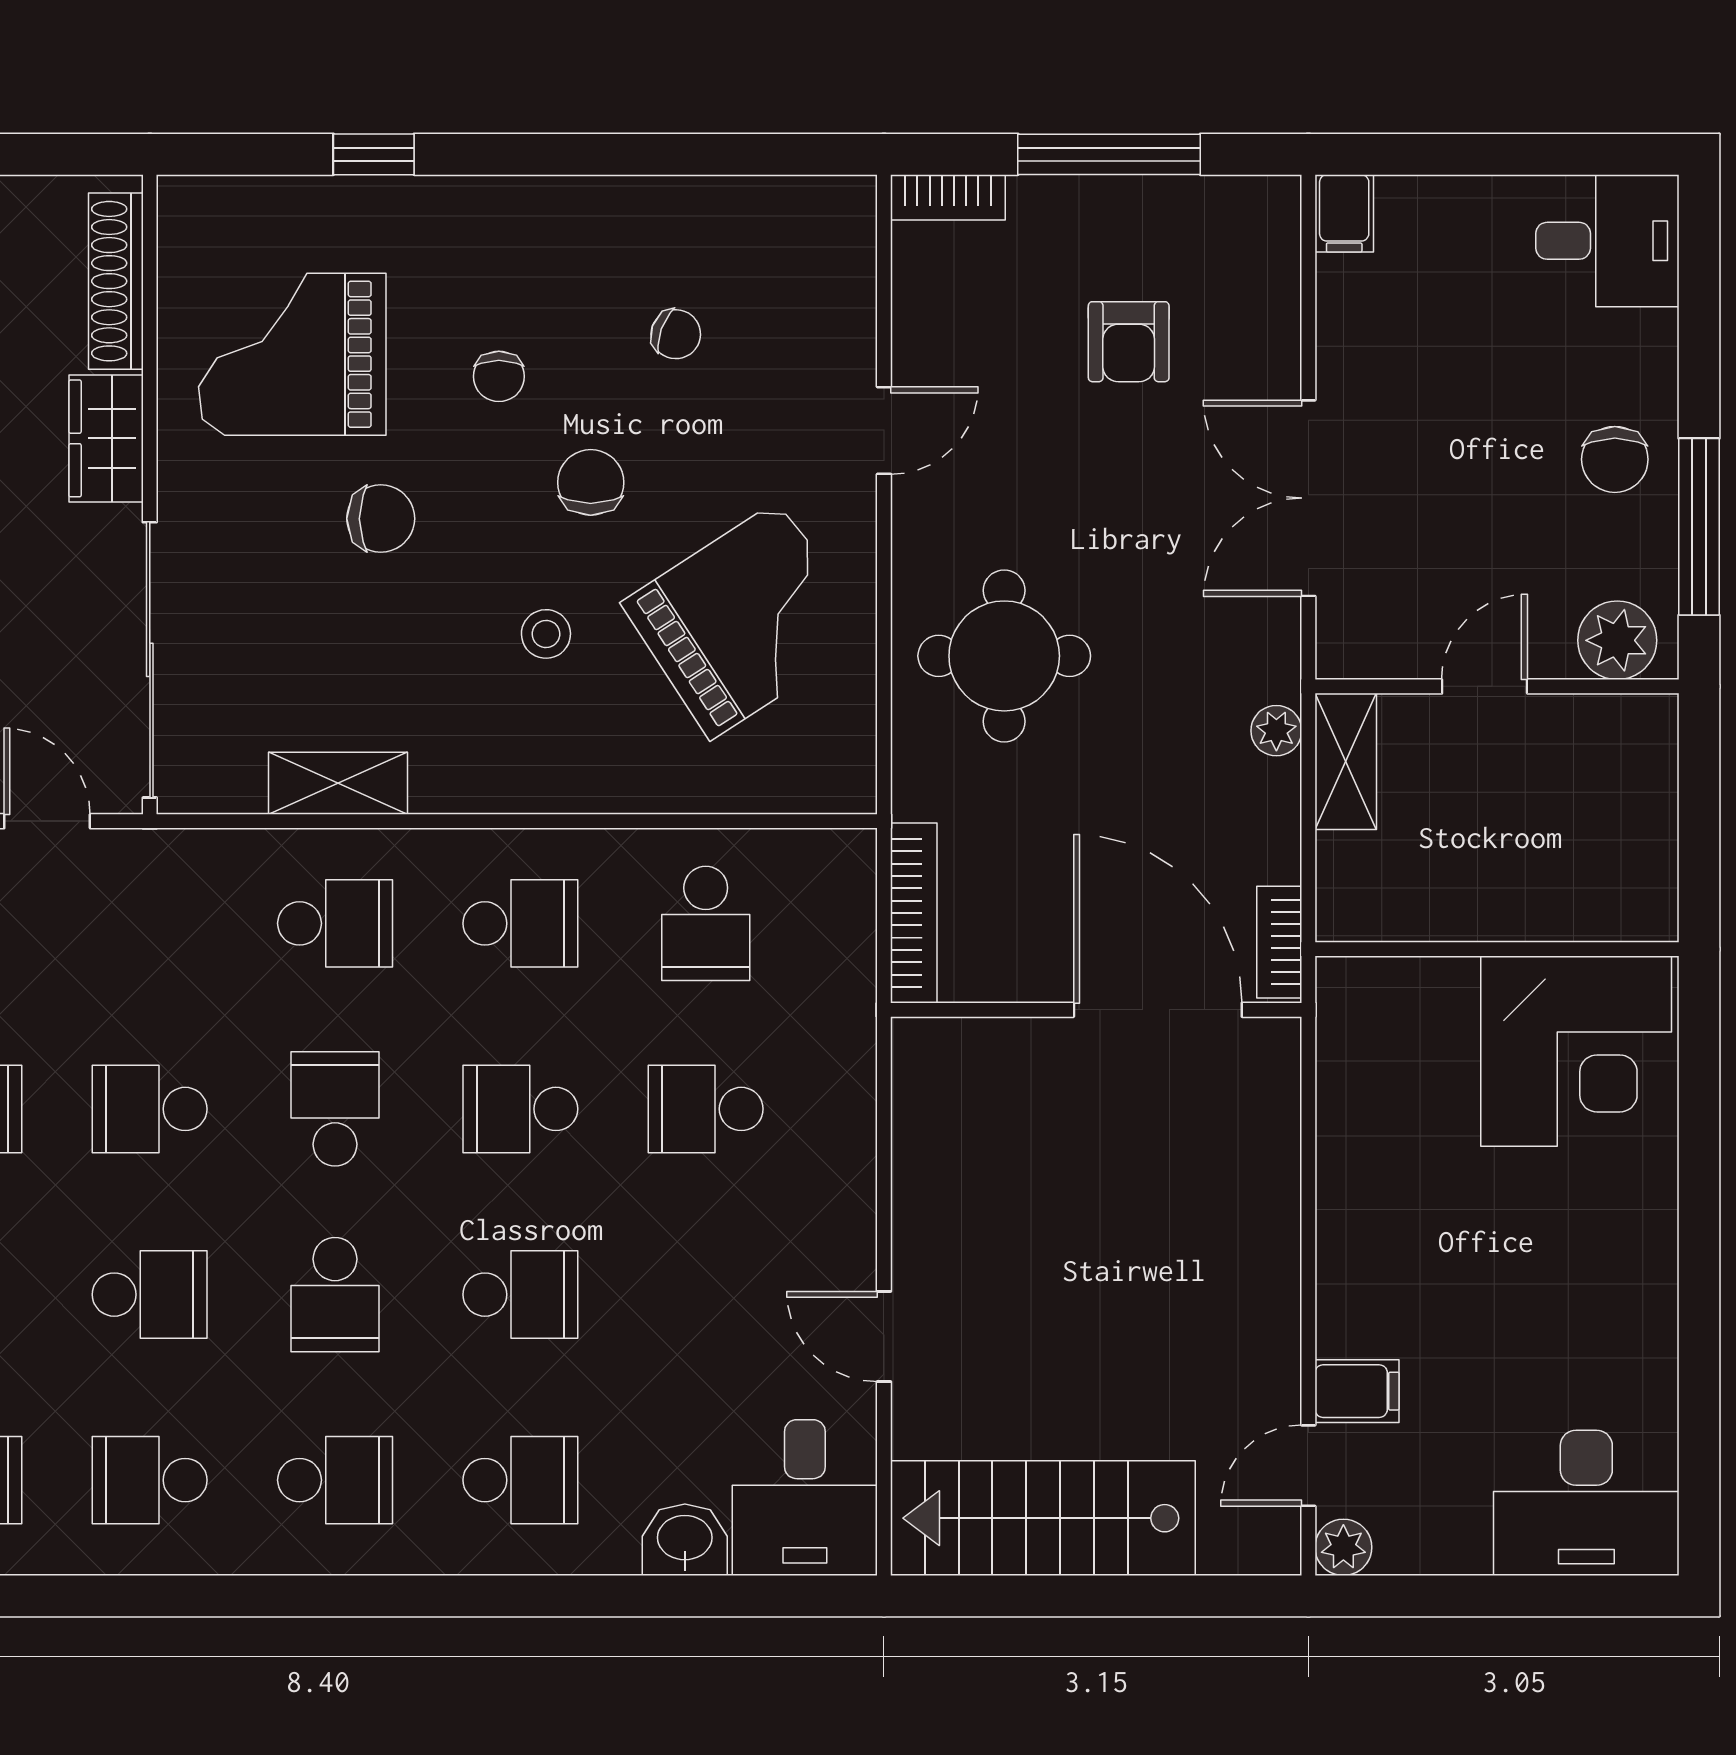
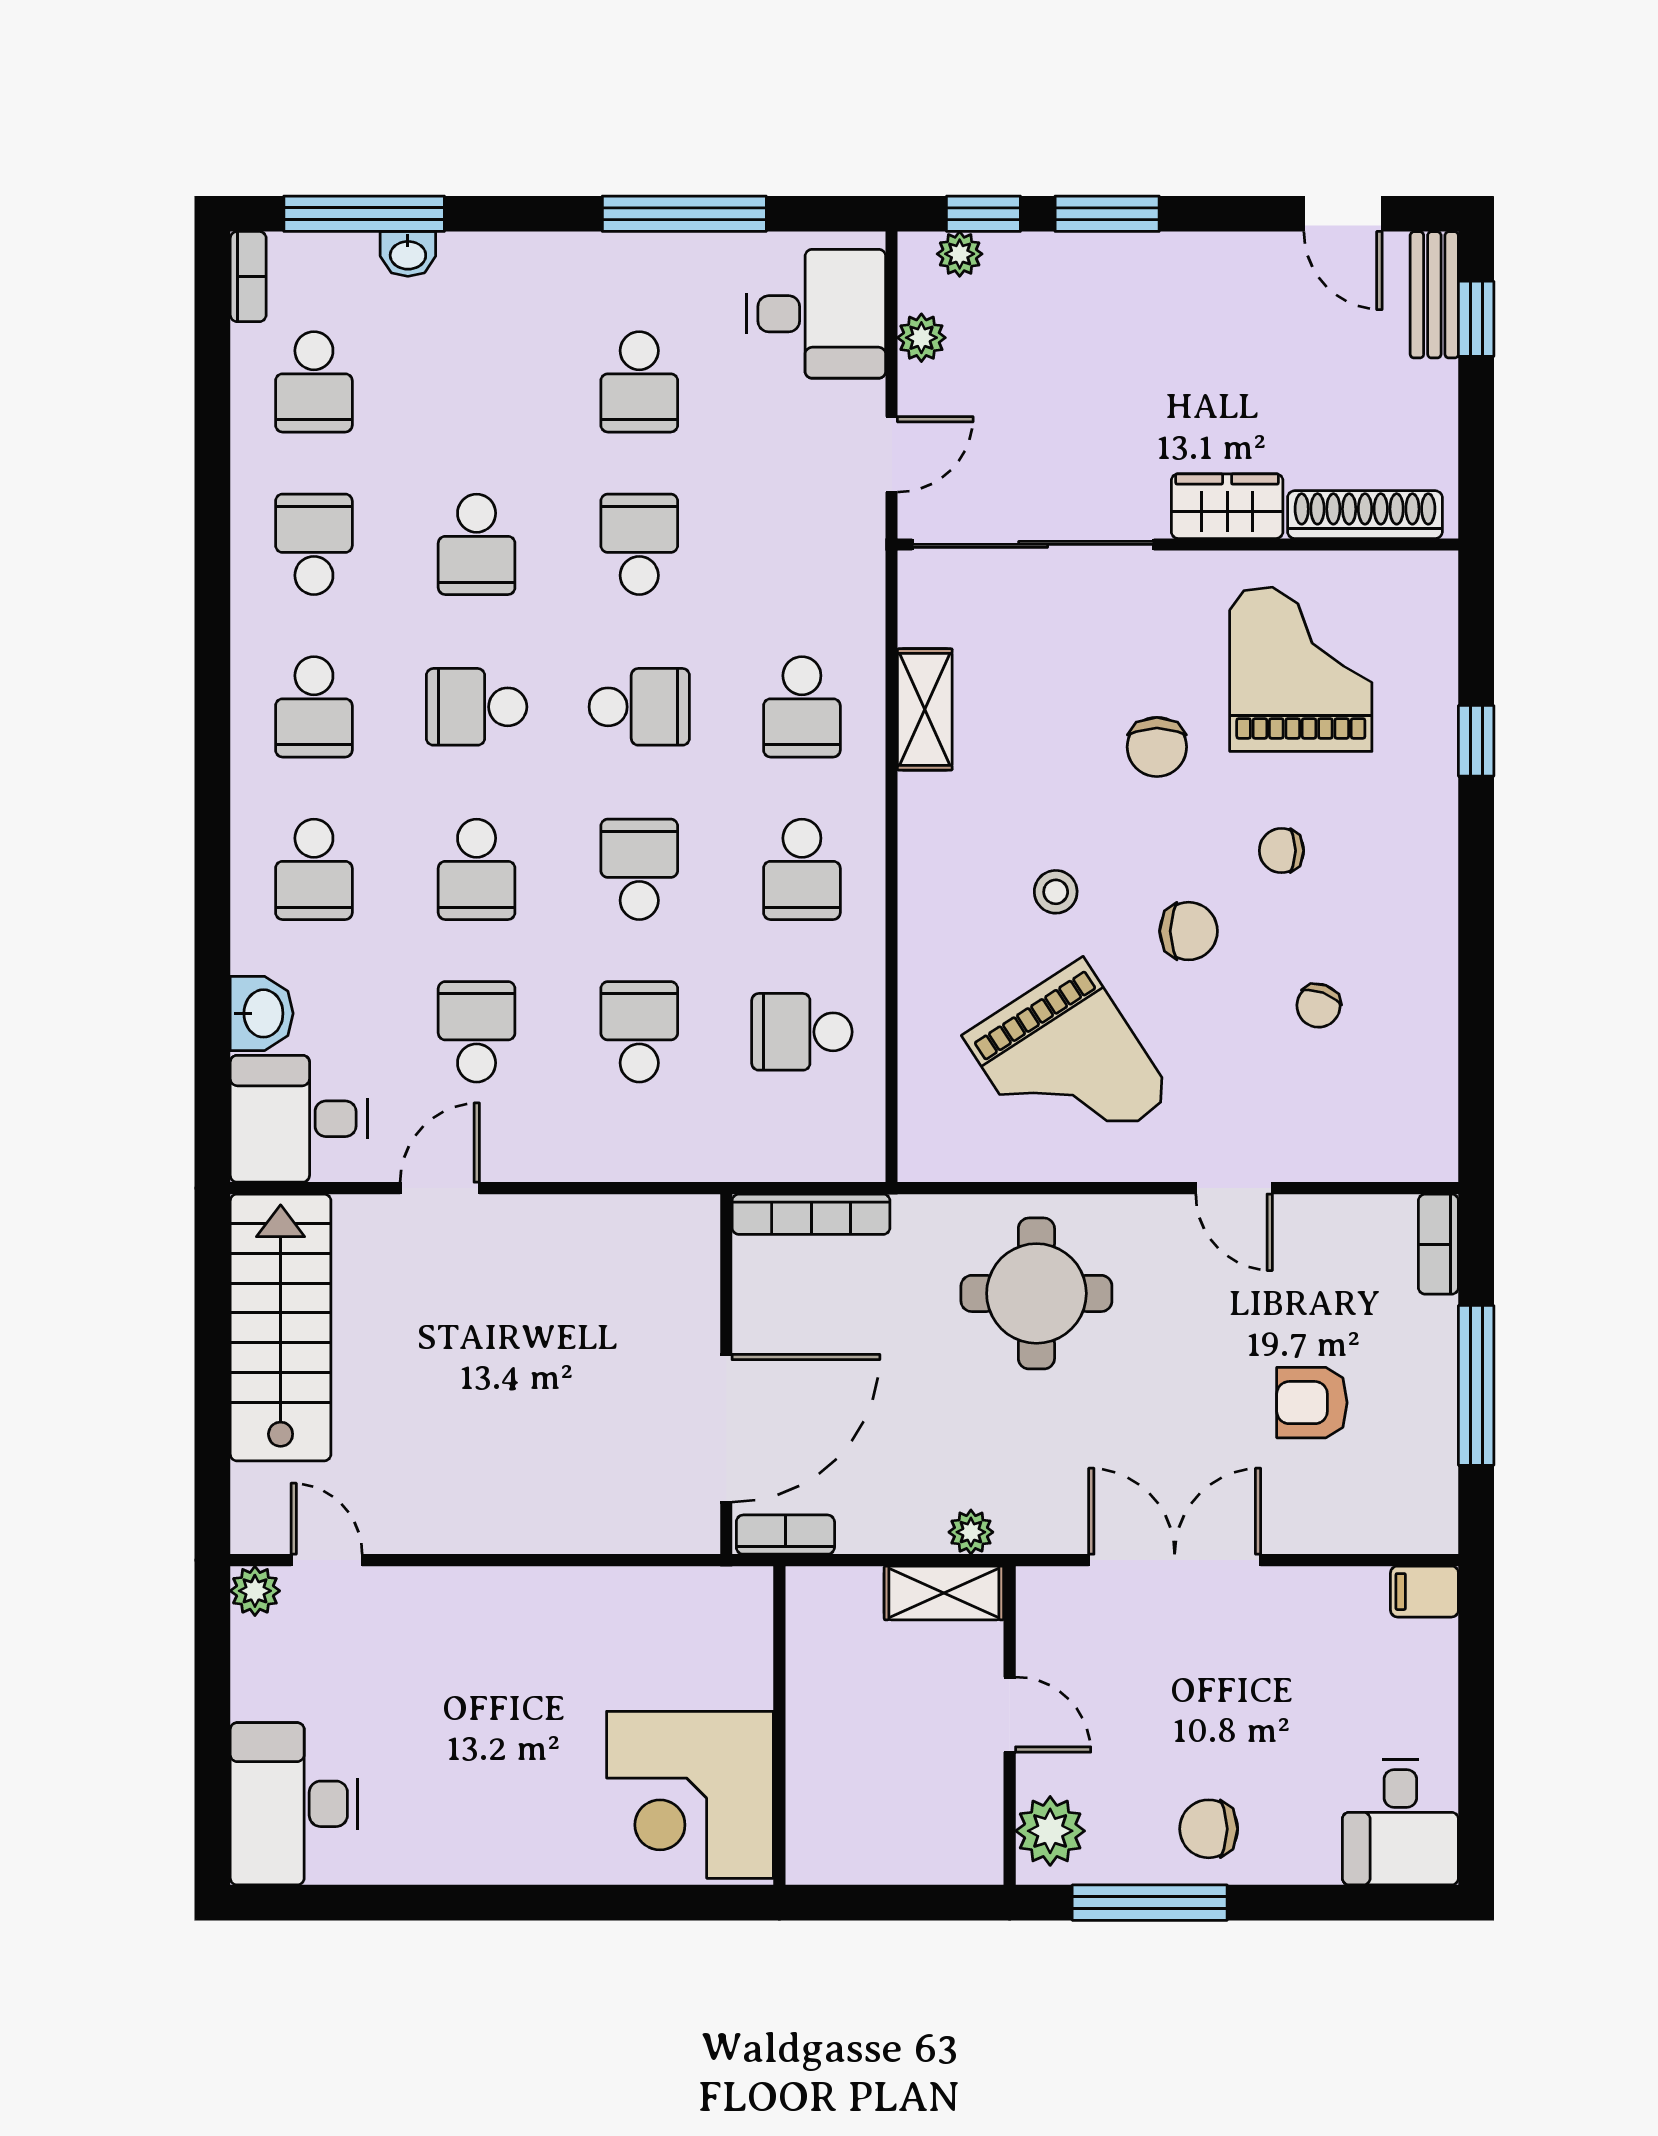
school desk: (706, 1295) -> (477, 1032), added
filing cabinet: (1357, 1391) -> (392, 1603), removed

